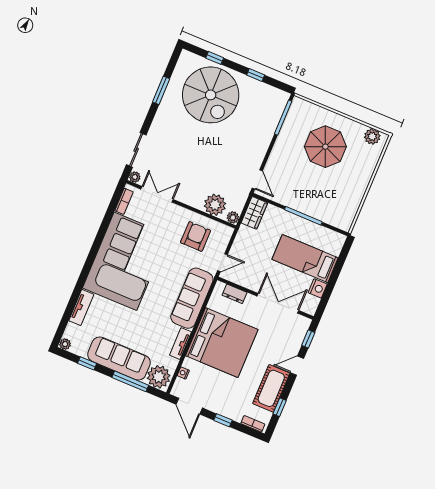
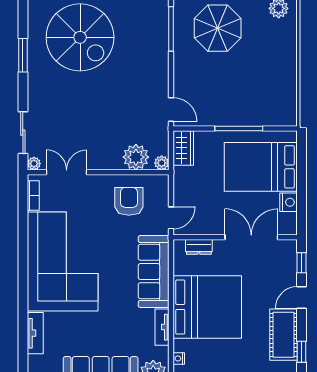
parasol: (325, 147) -> (218, 28), moved
bed: (305, 259) -> (261, 167), width x1.50

